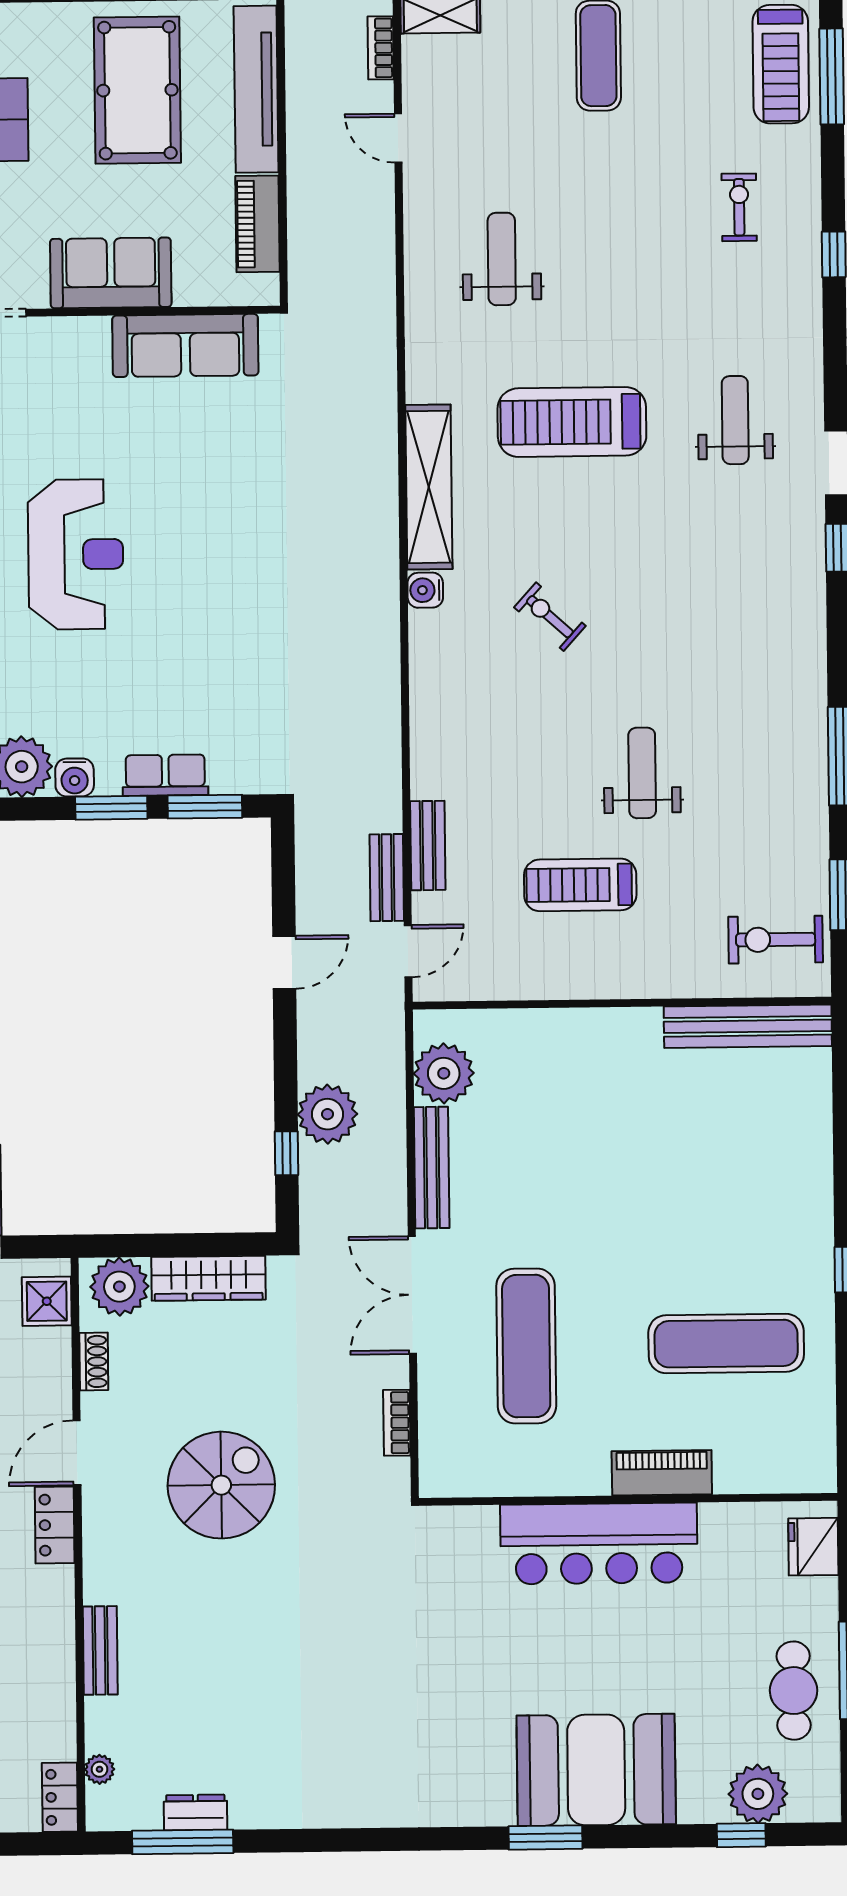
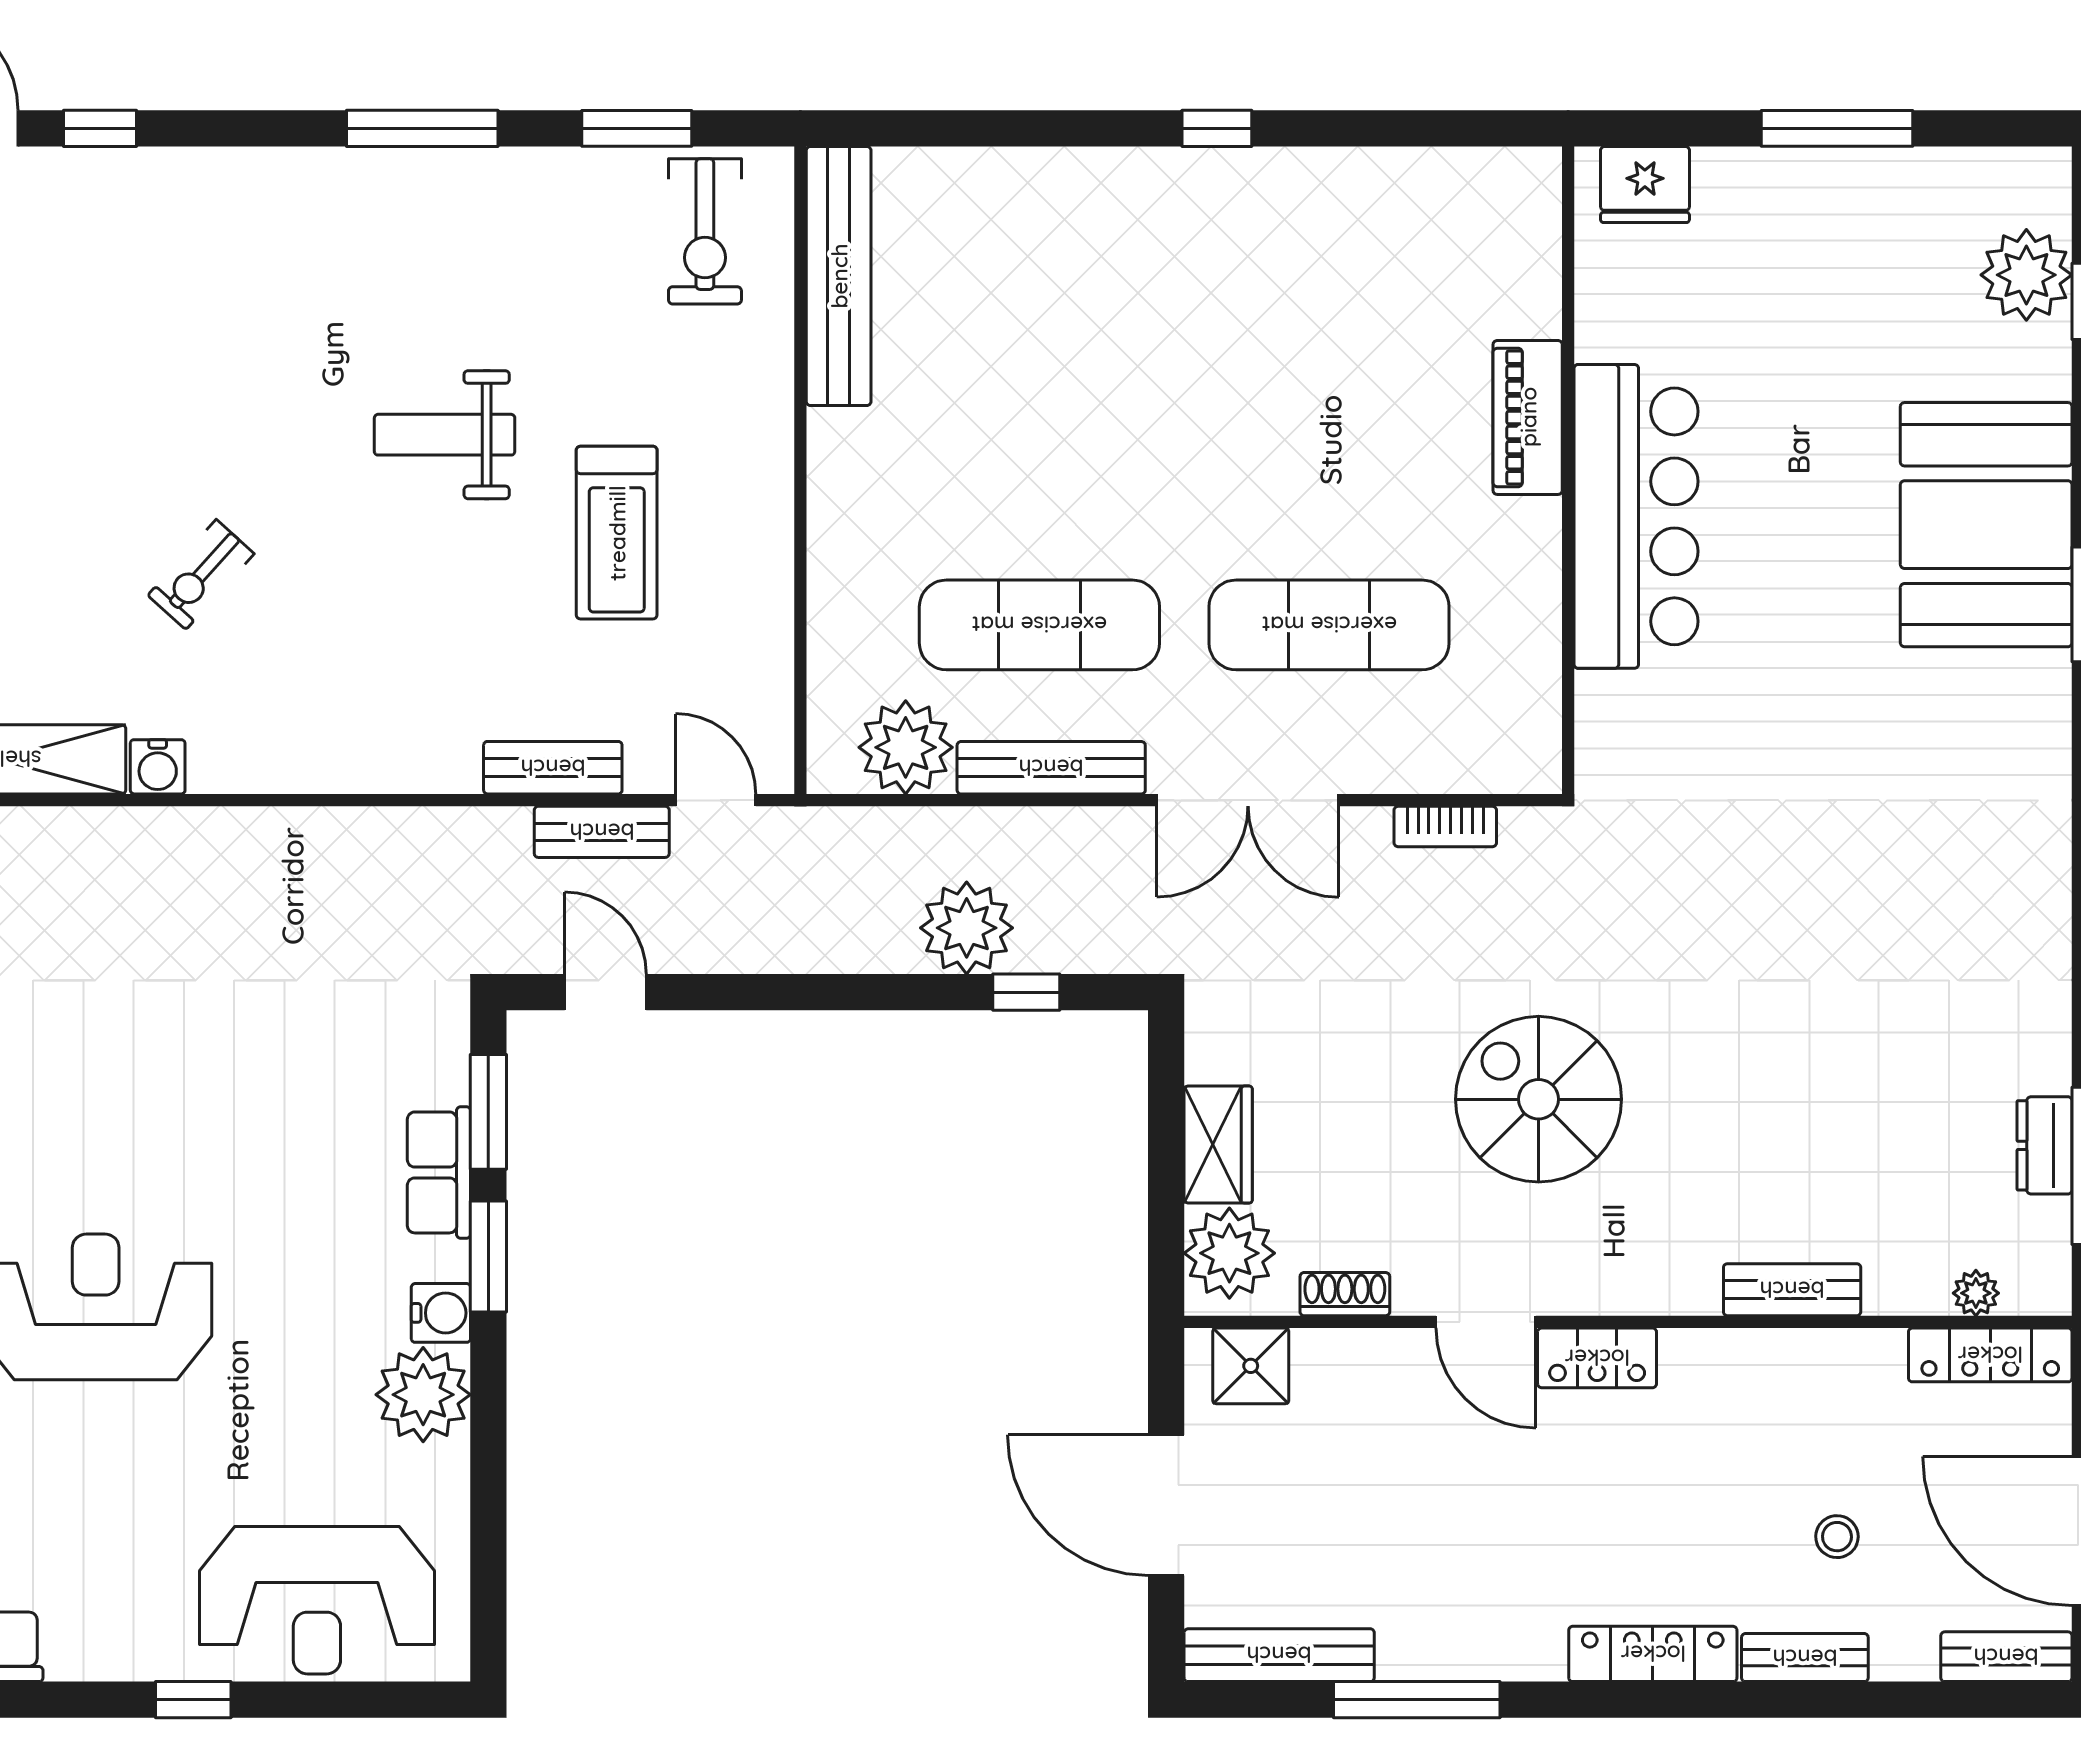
door: (284, 962) -> (605, 992), moved
wardrobe: (208, 1278) -> (1218, 1145), width x0.67
exercise mat: (726, 1344) -> (1039, 625), moved, turned 90
cafe table: (794, 1691) -> (1867, 218), removed
locker: (60, 1797) -> (1990, 1355), width x1.53

